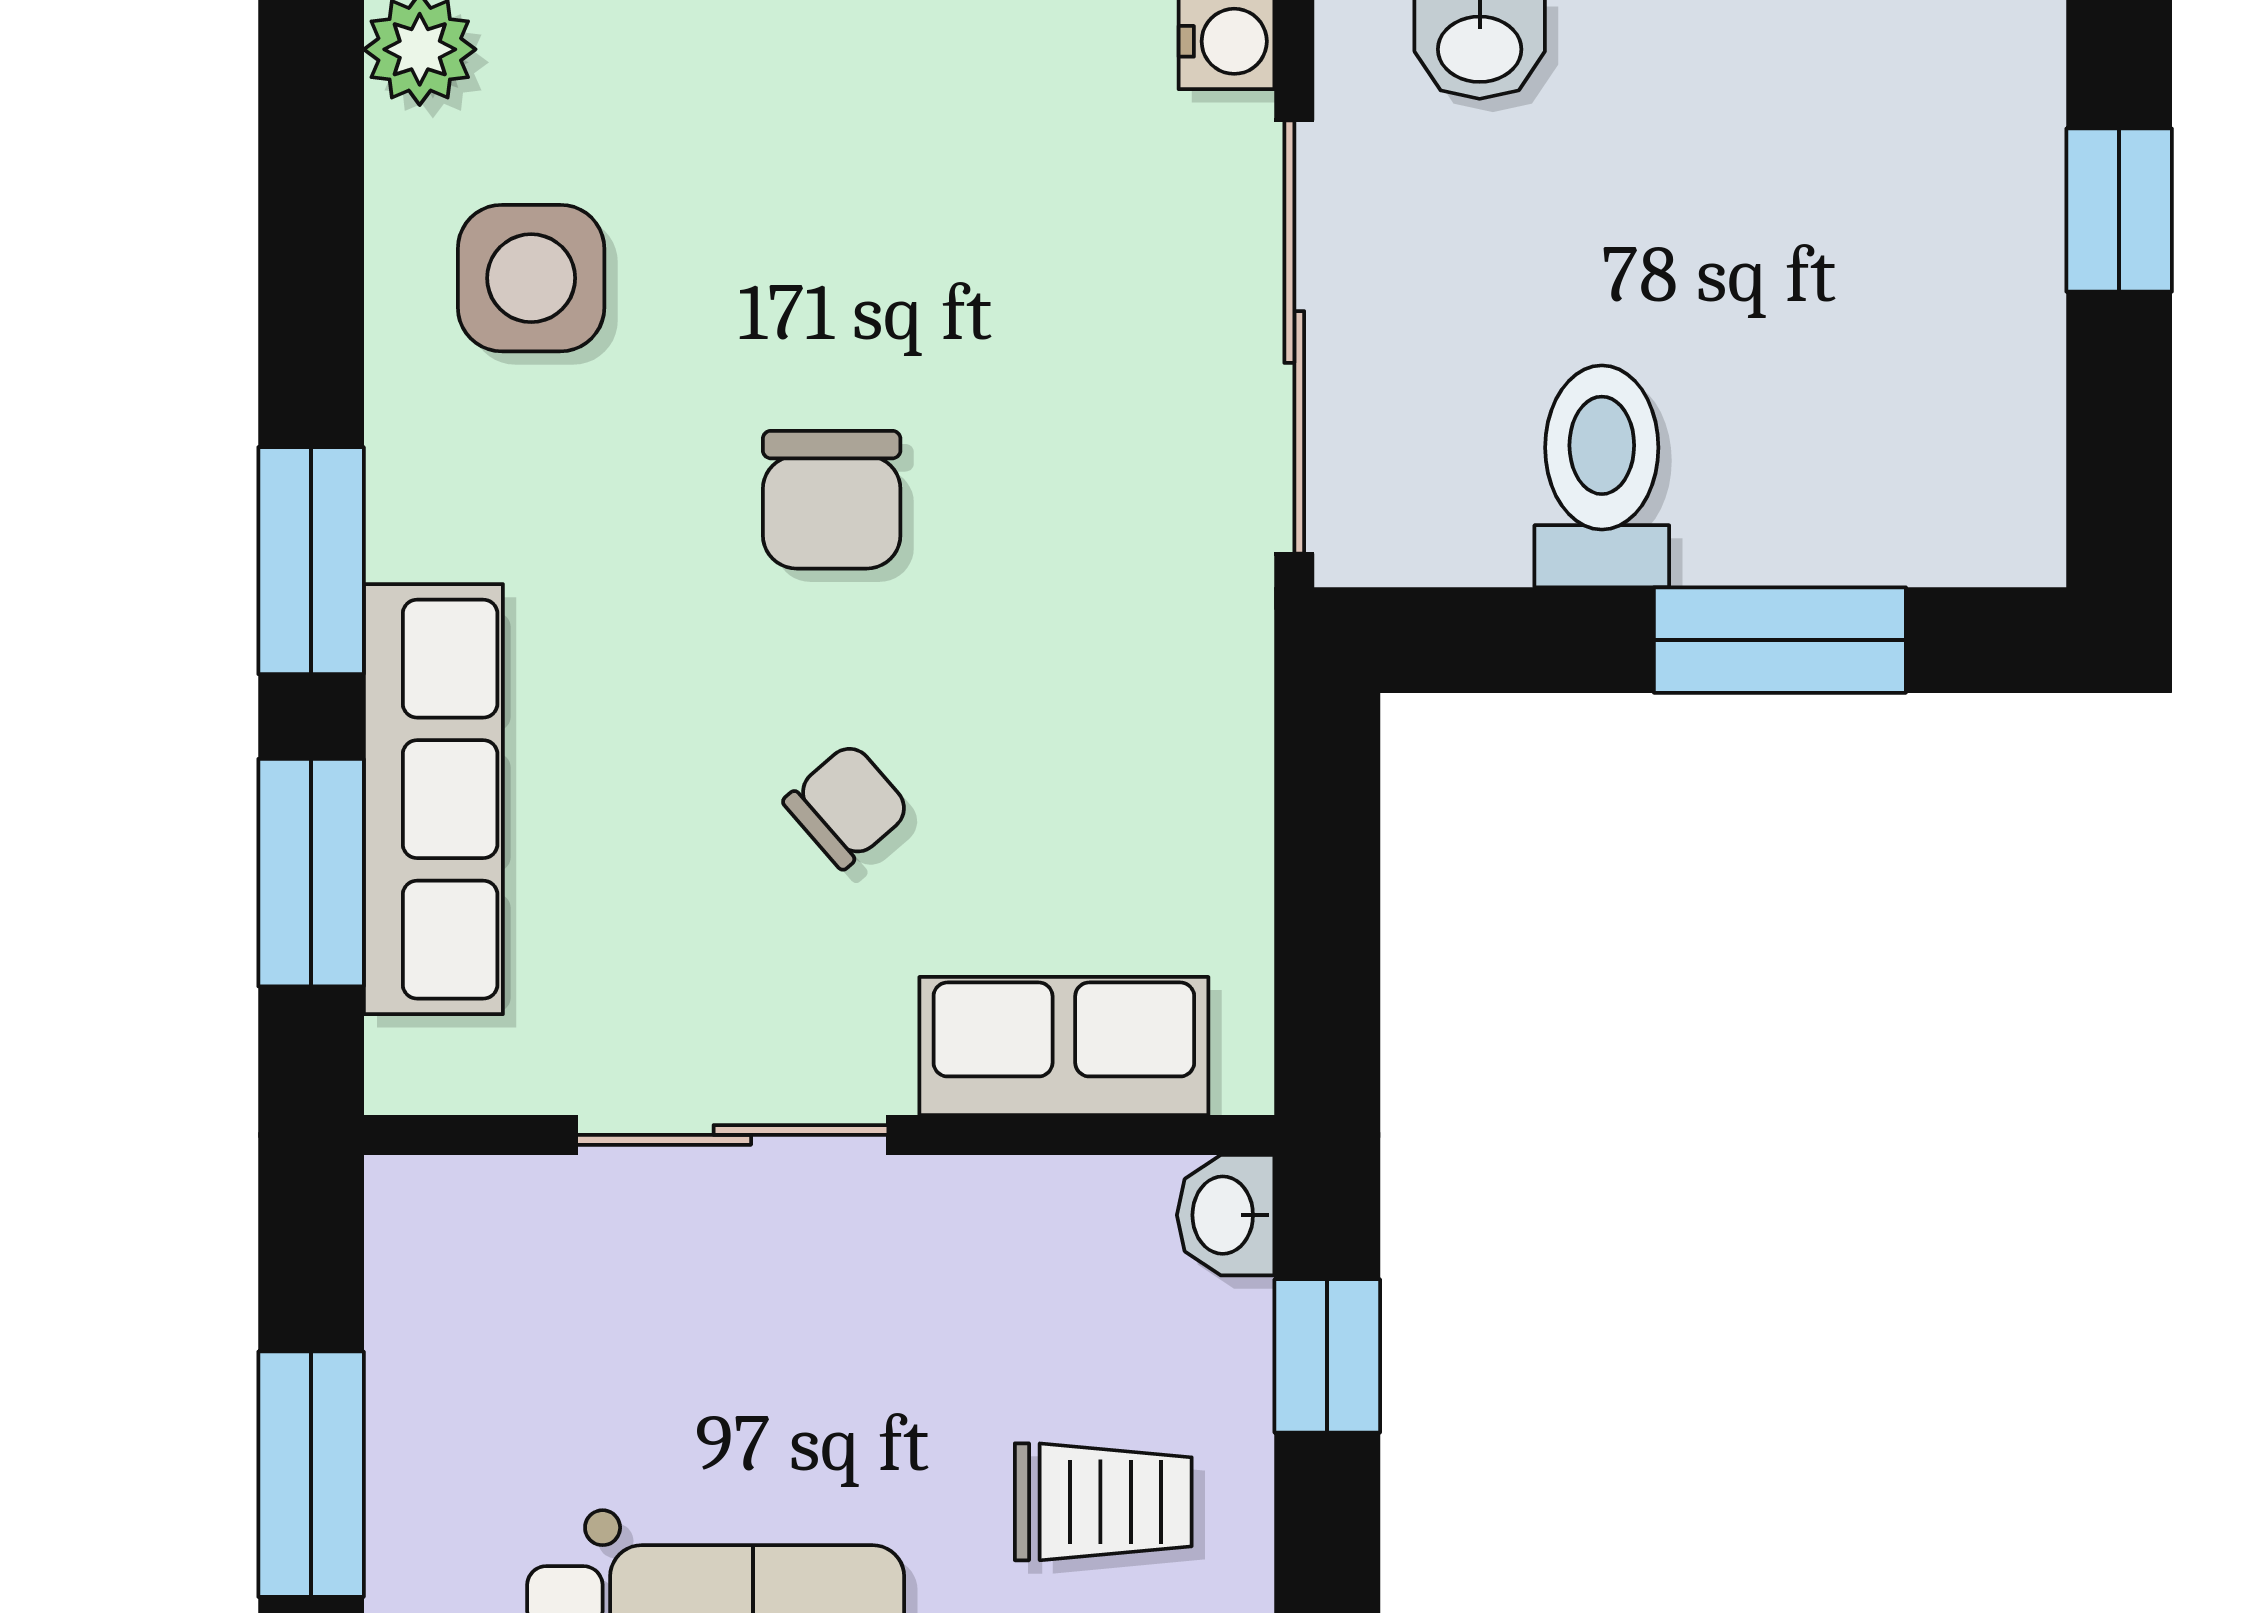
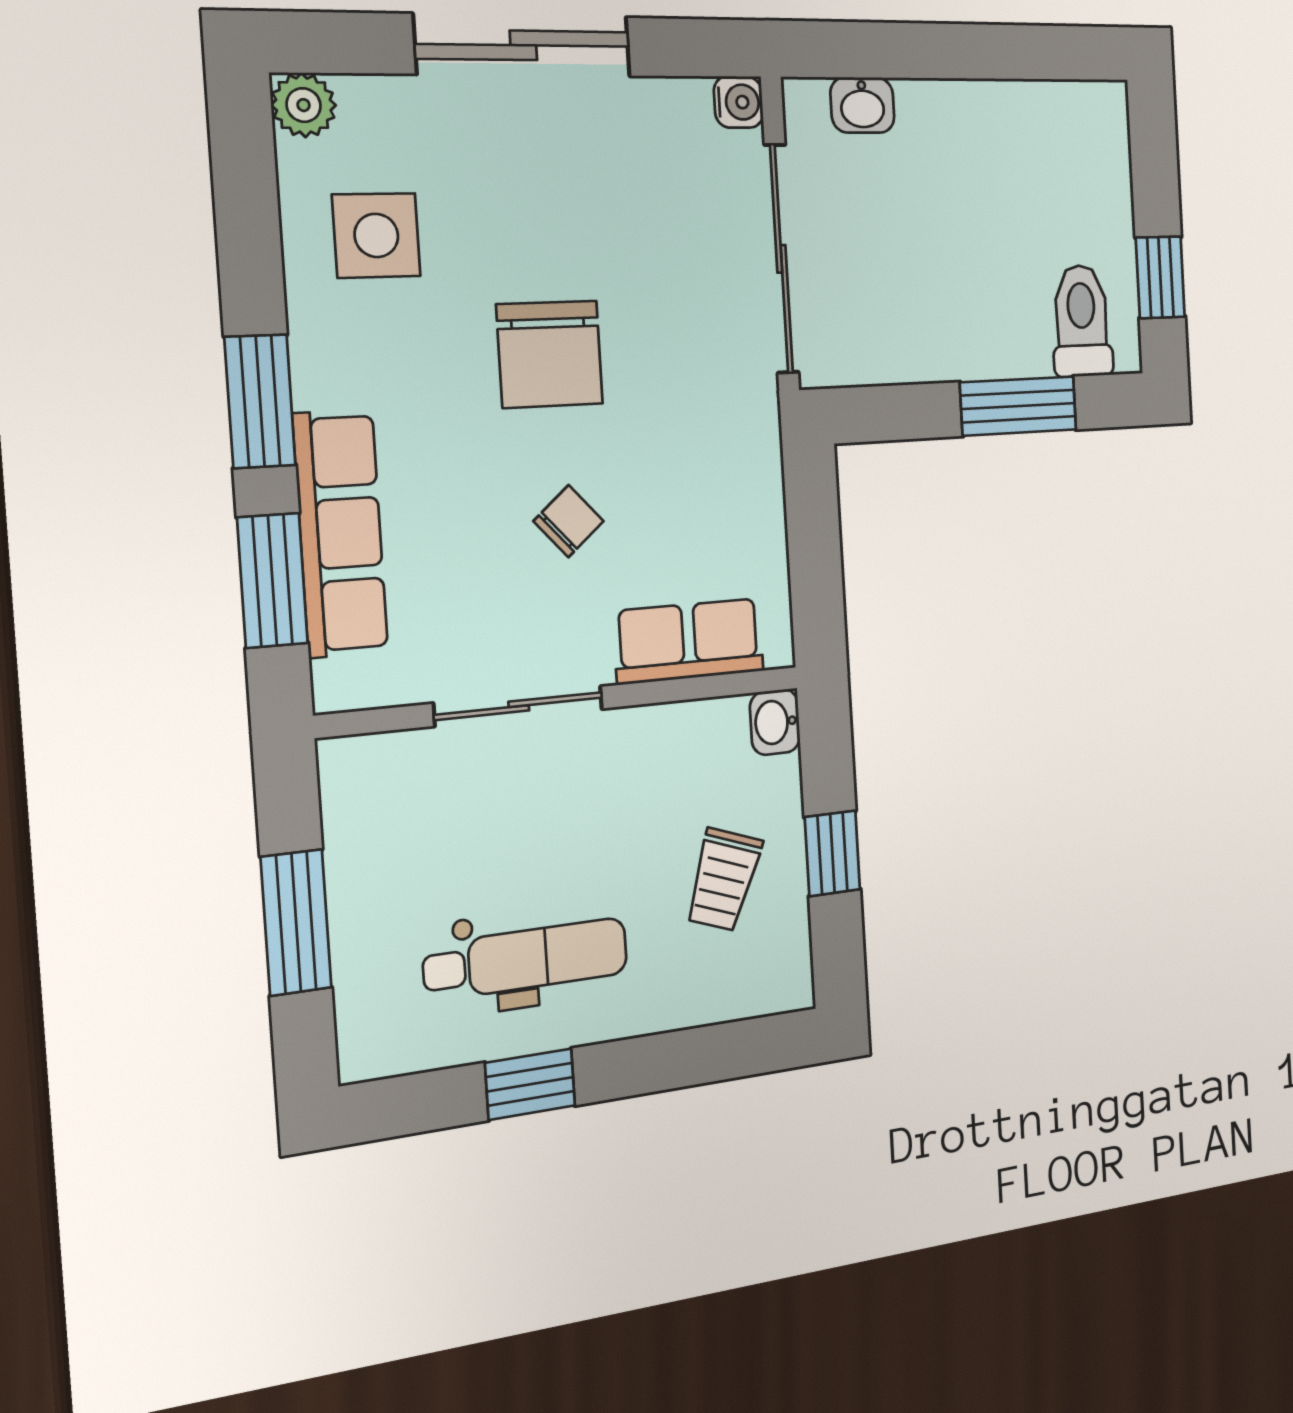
window: (2119, 210) -> (1160, 277), moved
toilet: (1602, 476) -> (1082, 321), moved
chair: (832, 500) -> (550, 354), width x1.37, depth x1.37
window: (1327, 1356) -> (832, 853), moved
trolley: (1103, 1502) -> (723, 880), turned 110

